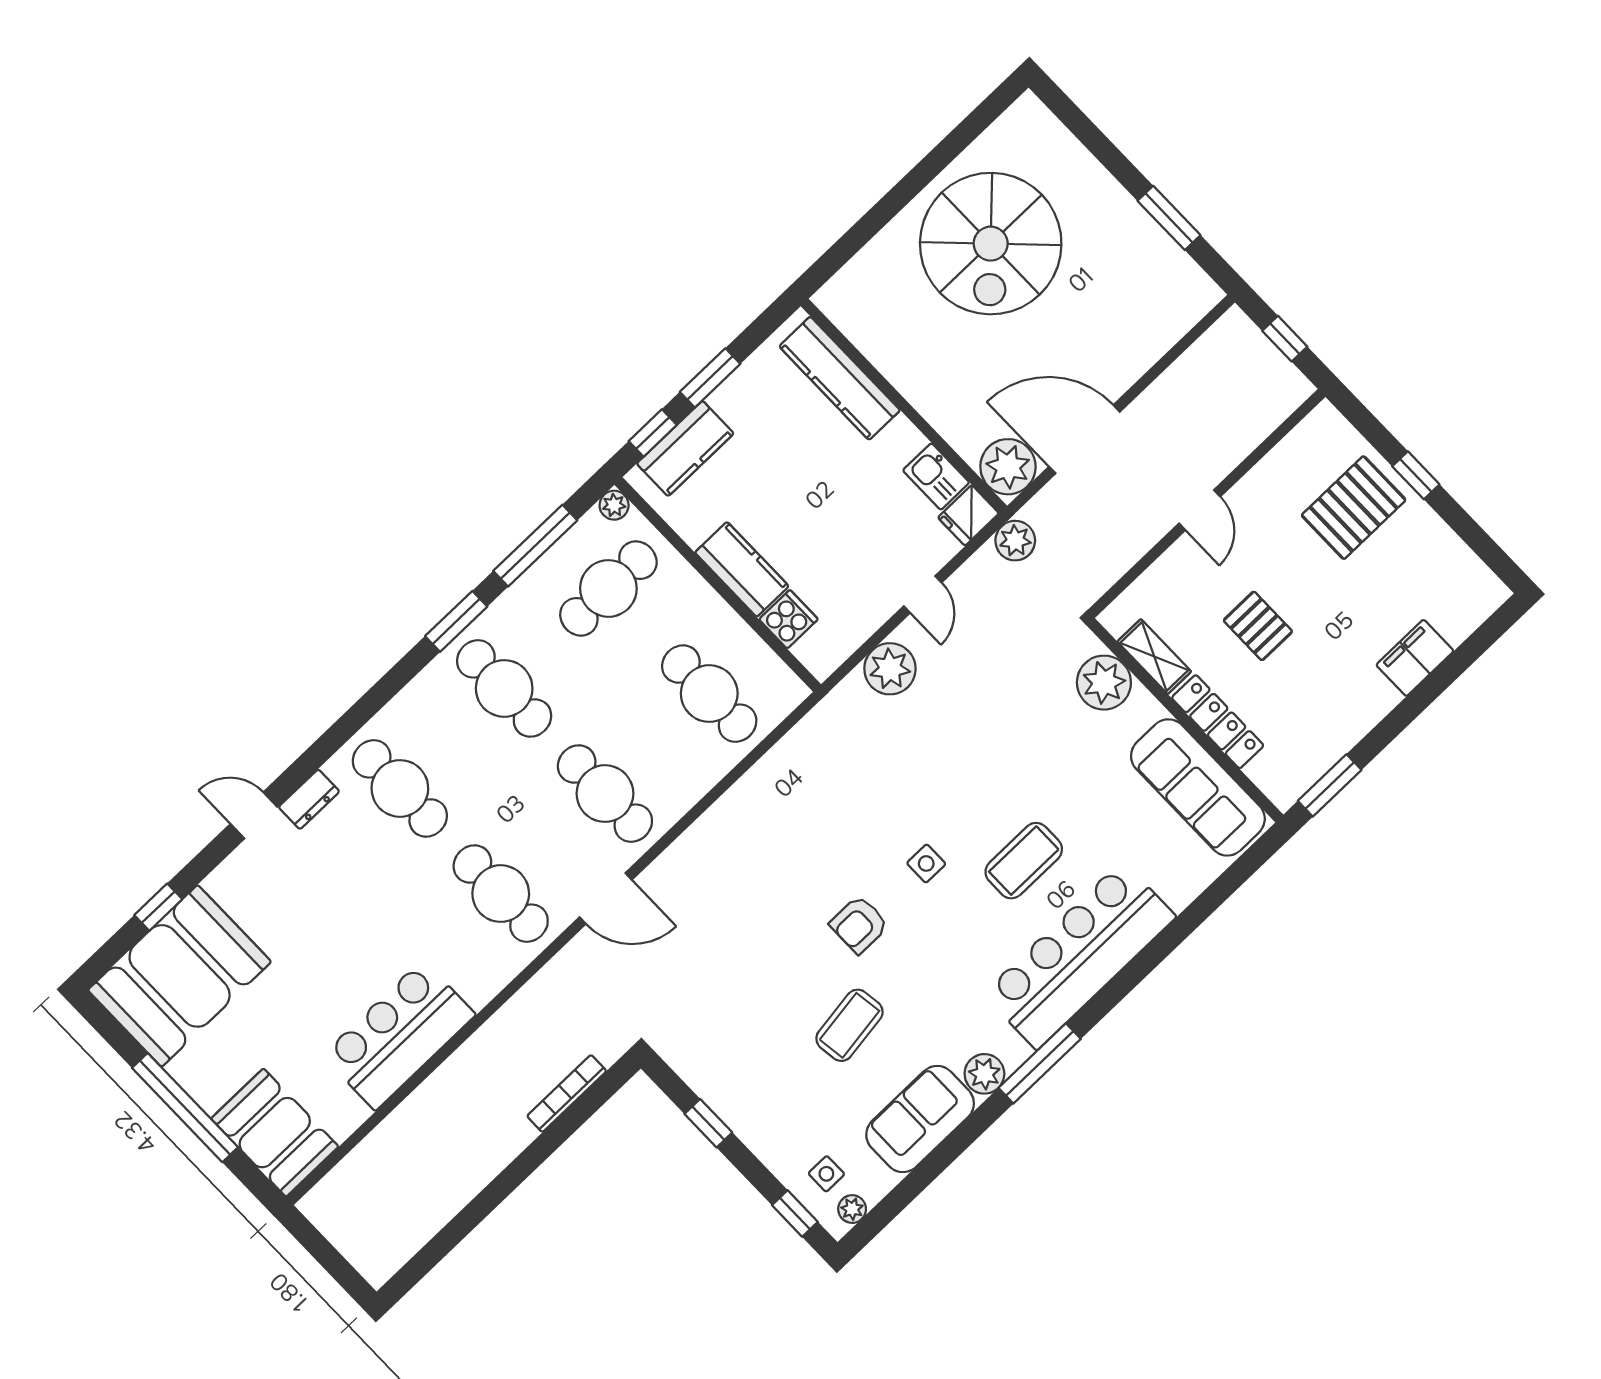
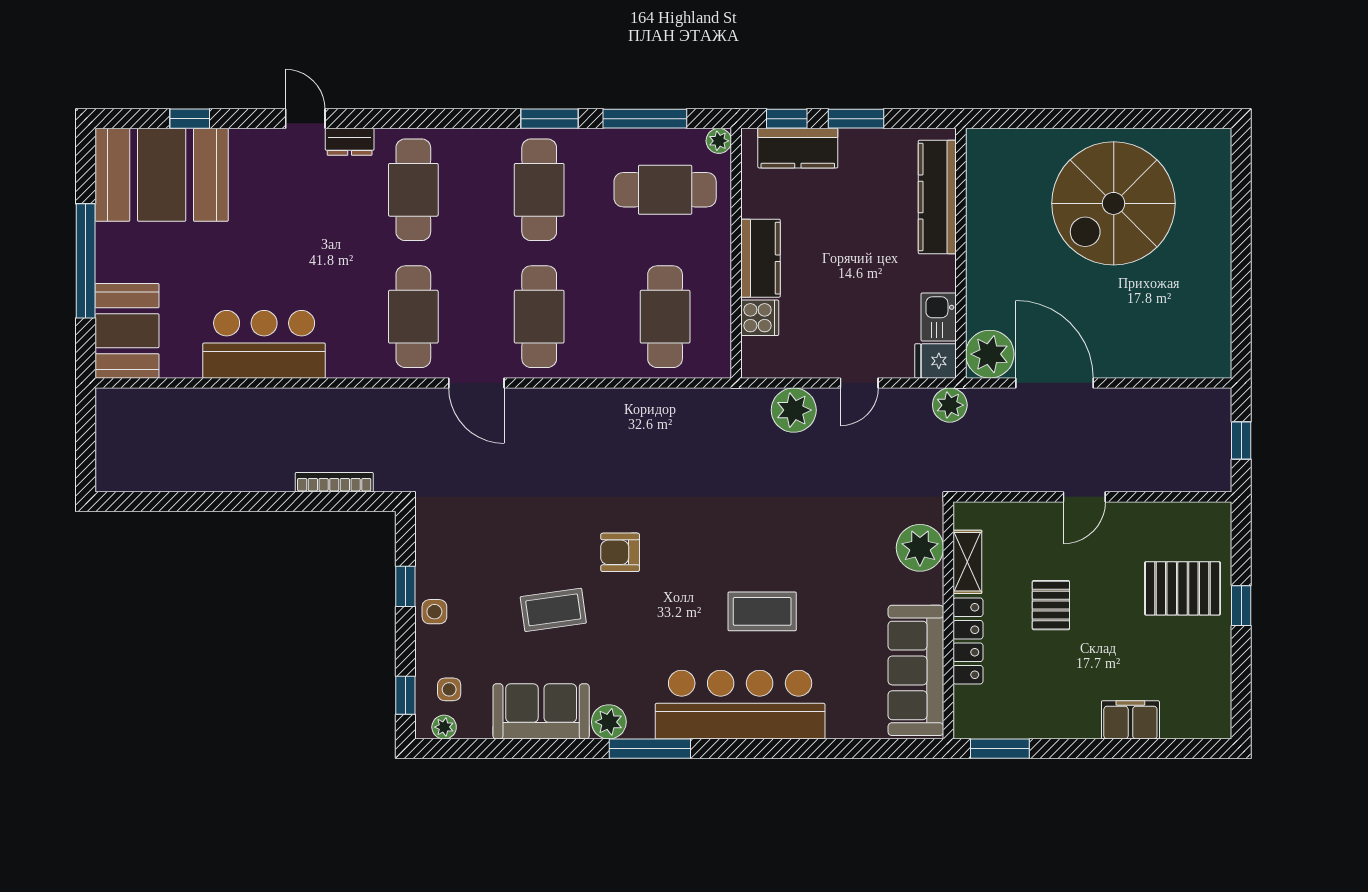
window: (1169, 218) -> (1241, 295), removed
side table: (926, 863) -> (434, 612), moved

